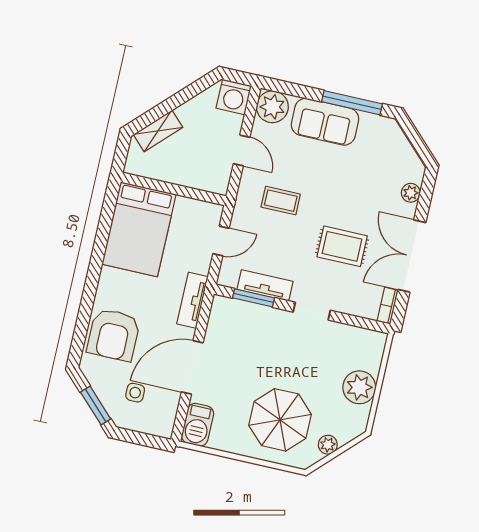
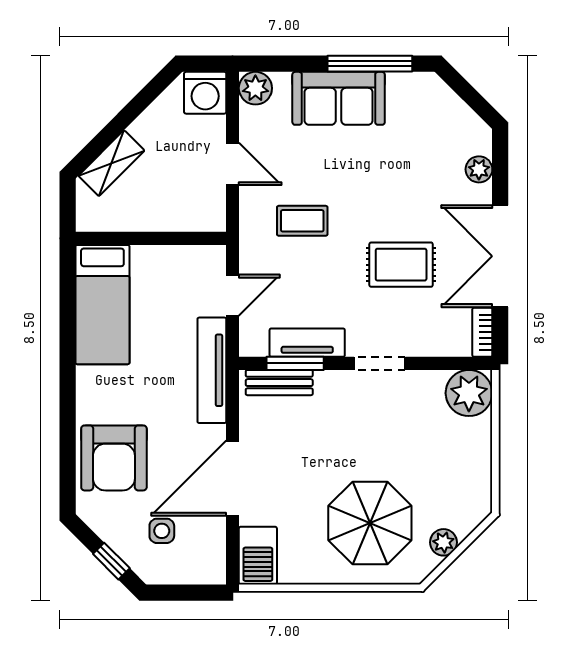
plant: (272, 107) -> (255, 88), width x0.73, depth x0.73
bed: (139, 229) -> (102, 305), width x0.67
tv unit: (192, 300) -> (212, 370), width x1.41
bench: (239, 309) -> (279, 383), added
plant: (359, 387) -> (469, 393), moved
window: (96, 405) -> (111, 561), width x0.67

